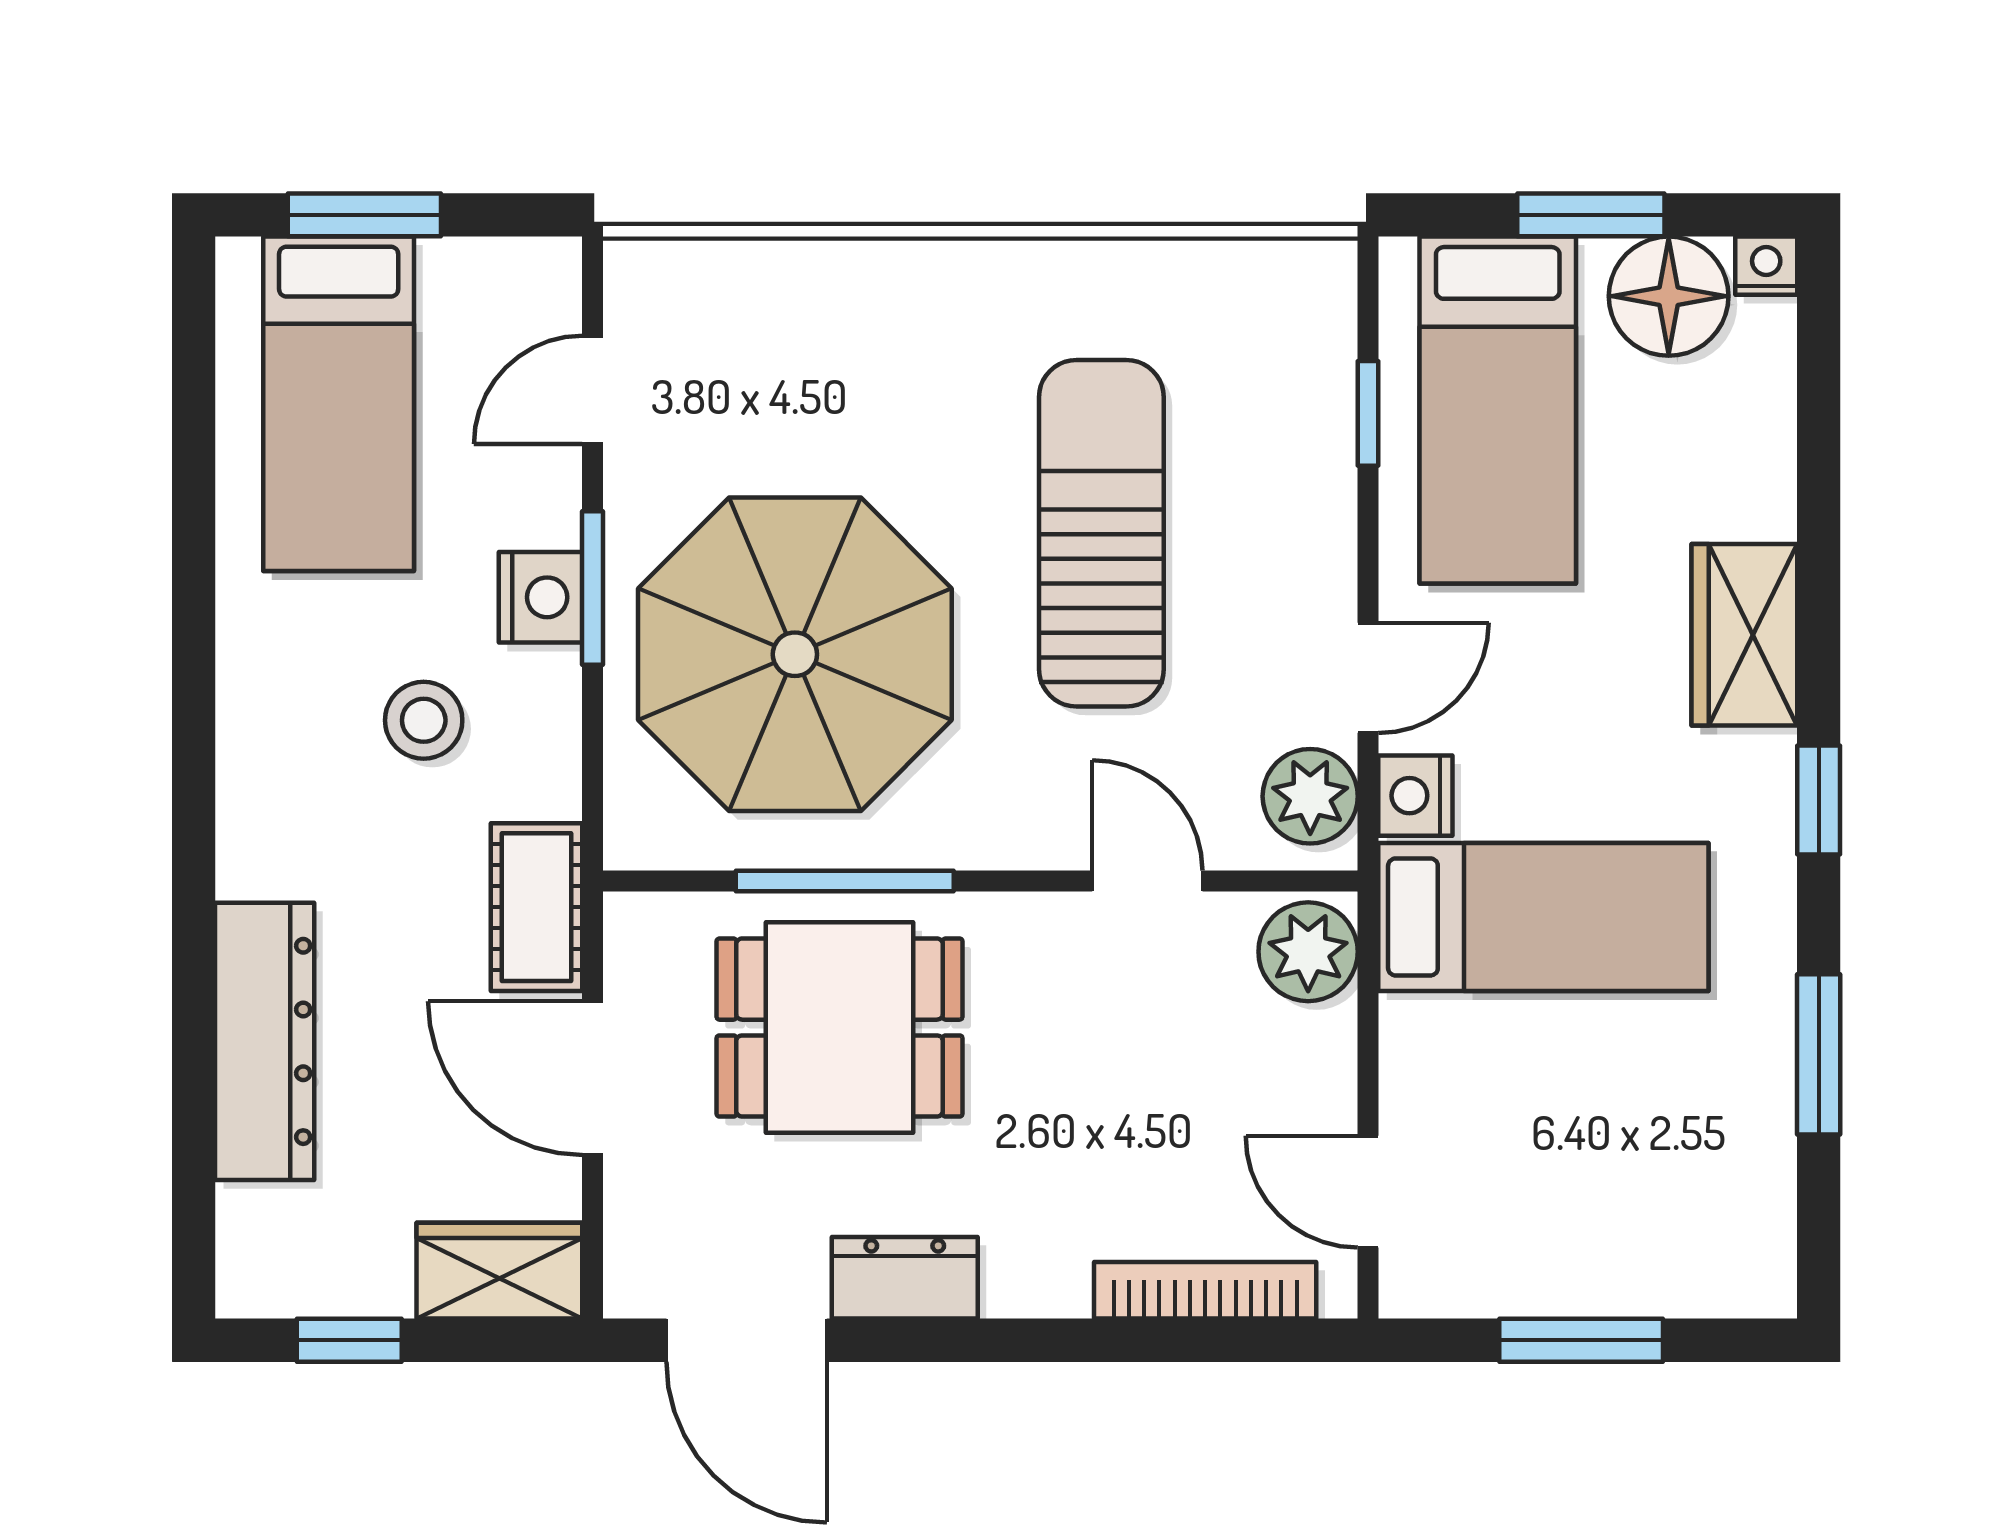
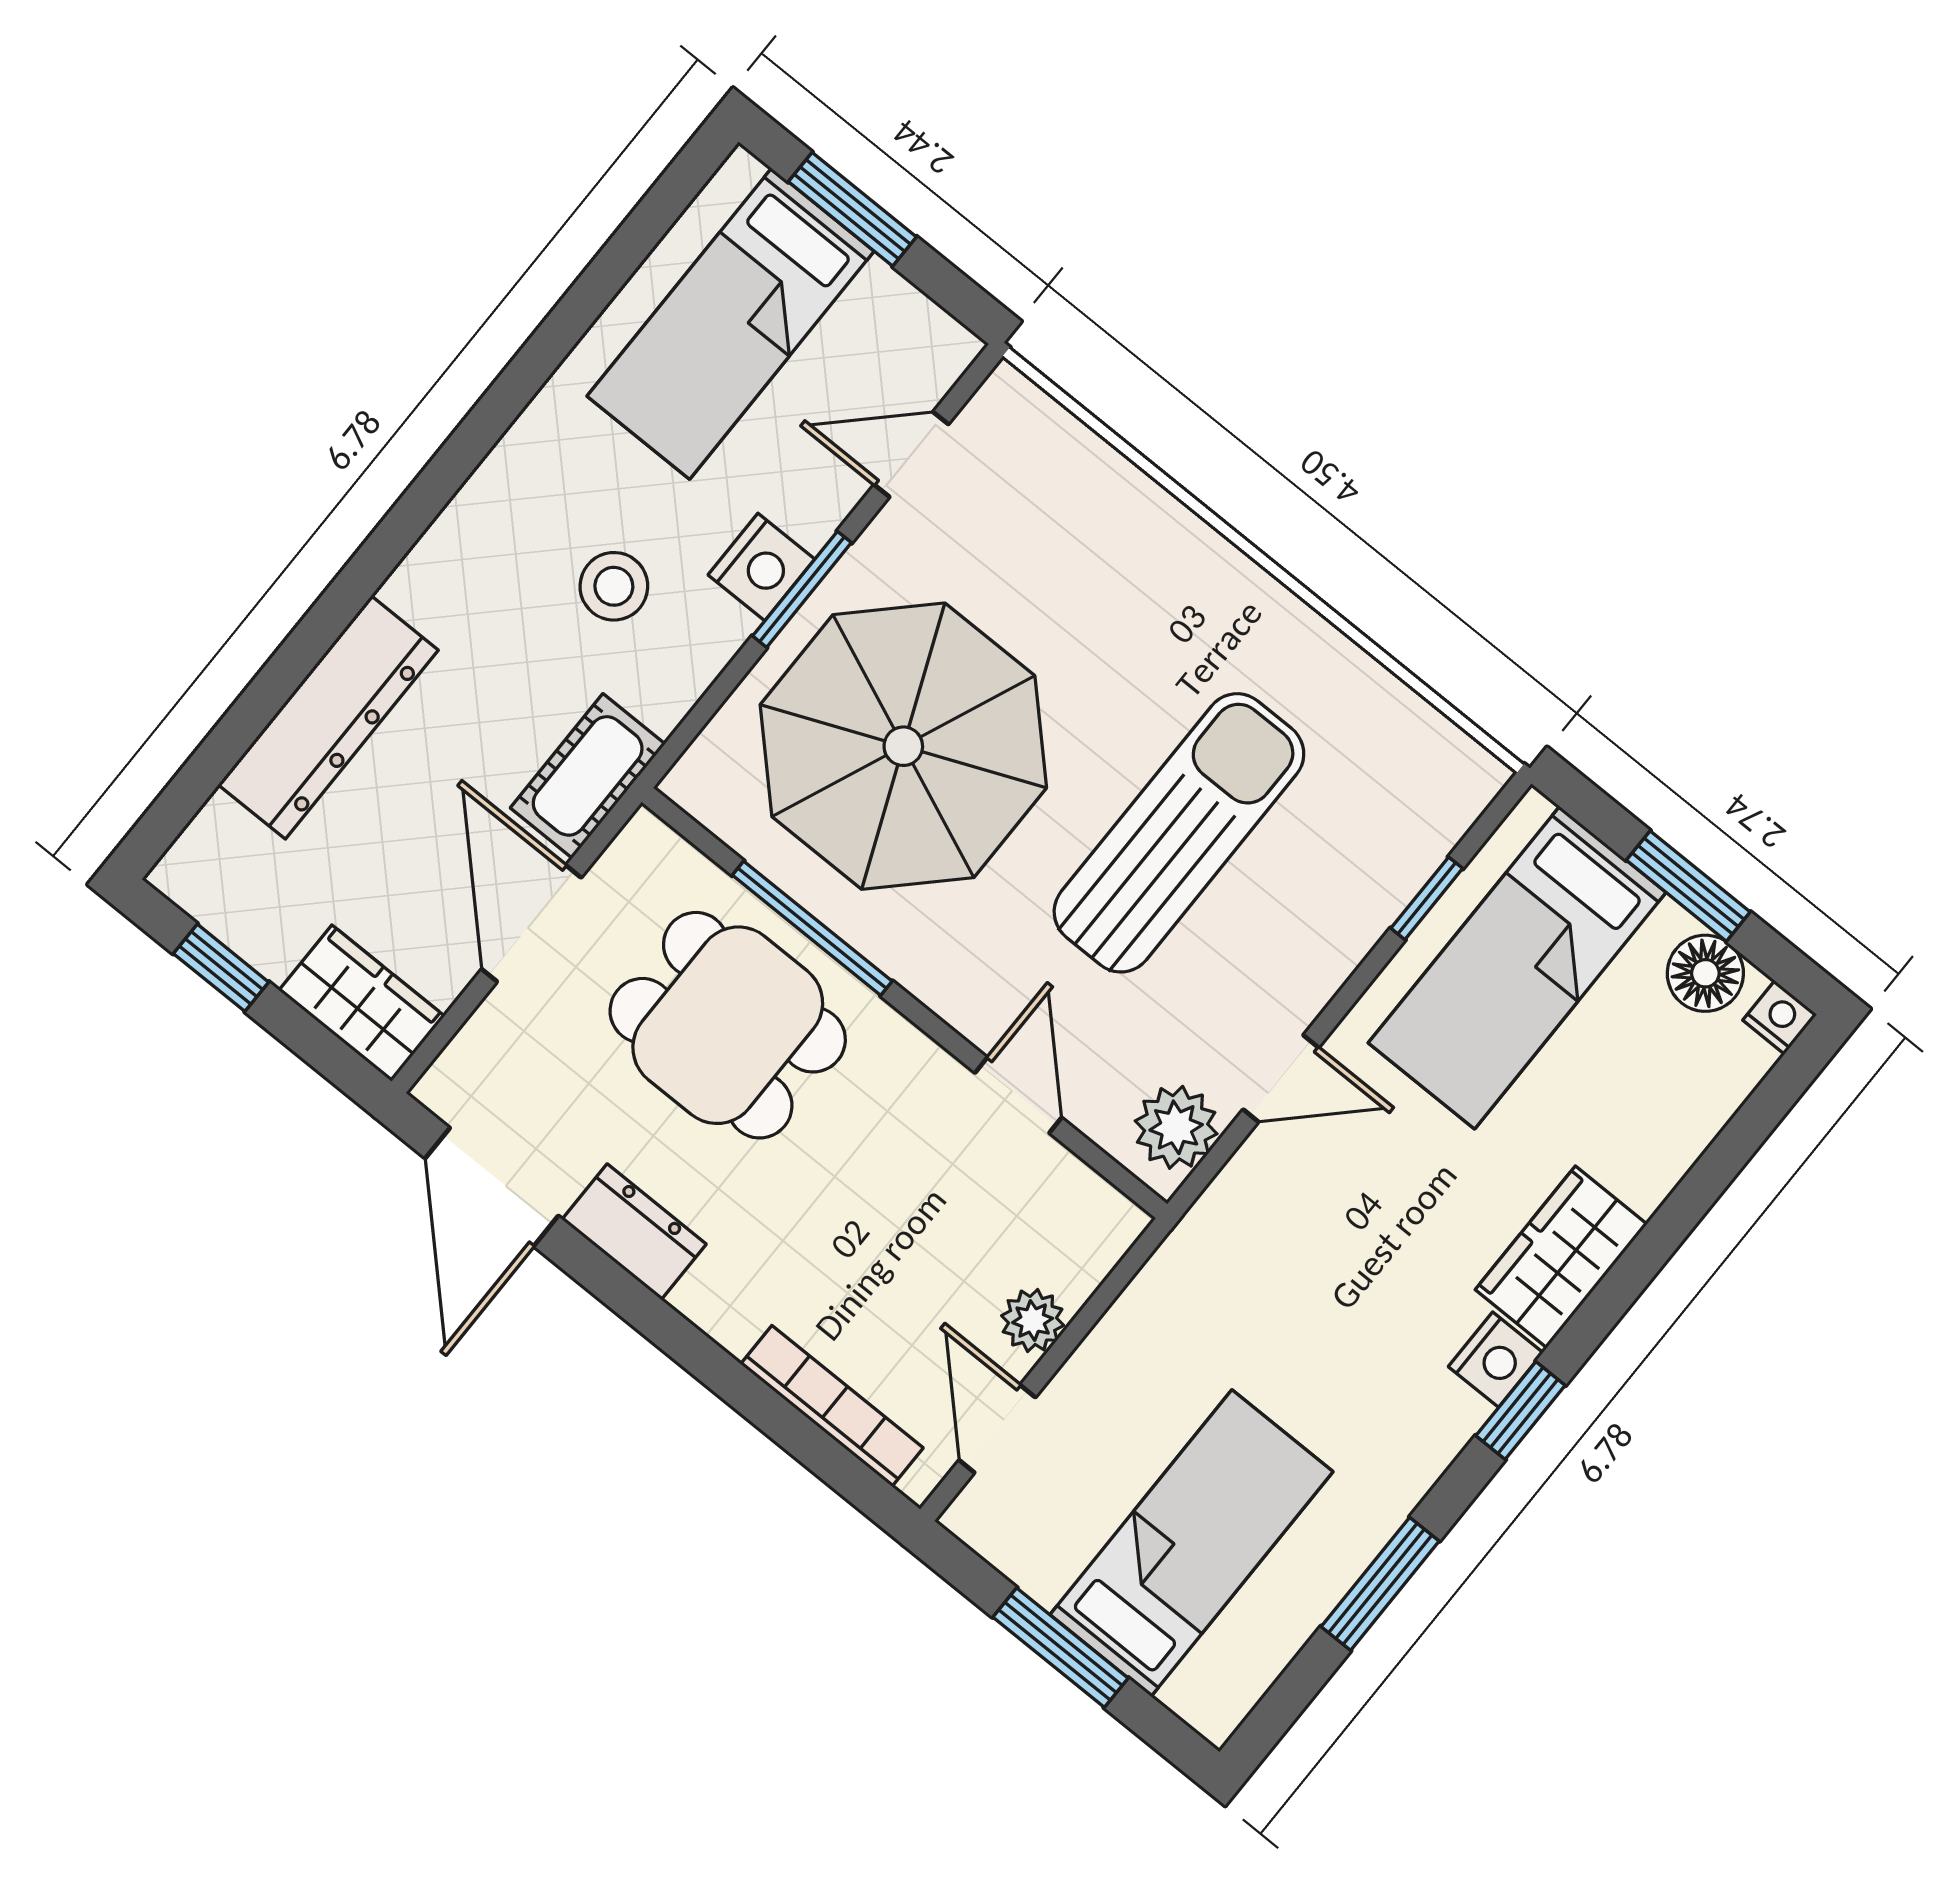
floor lamp: (1669, 296) -> (1705, 973), width x0.73, depth x0.73
nightstand: (1415, 796) -> (1496, 1360), moved, turned 180
bed: (1543, 917) -> (1191, 1543), moved, turned -90
plant: (1308, 952) -> (1033, 1320), moved, width x0.73, depth x0.73

